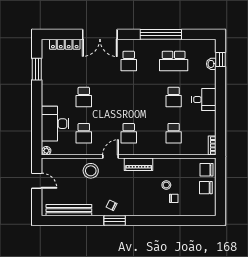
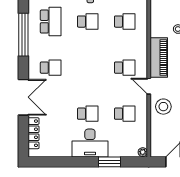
window: (37, 69) -> (109, 162), moved
desk: (55, 124) -> (90, 143), moved
piano: (139, 164) -> (159, 57), width x1.37, depth x1.33

